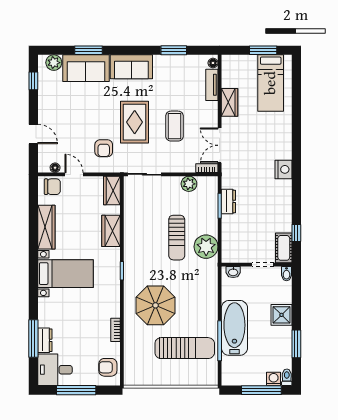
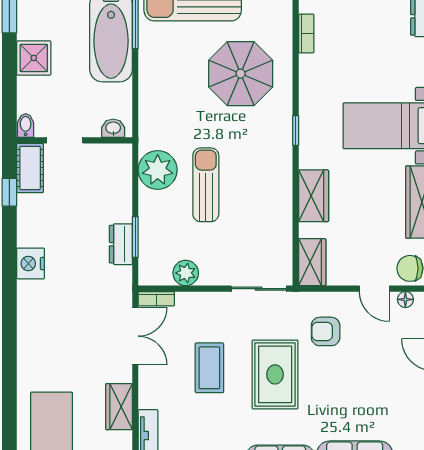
armchair: (104, 148) -> (326, 331), turned -90
nightstand: (283, 169) -> (31, 264), moved

